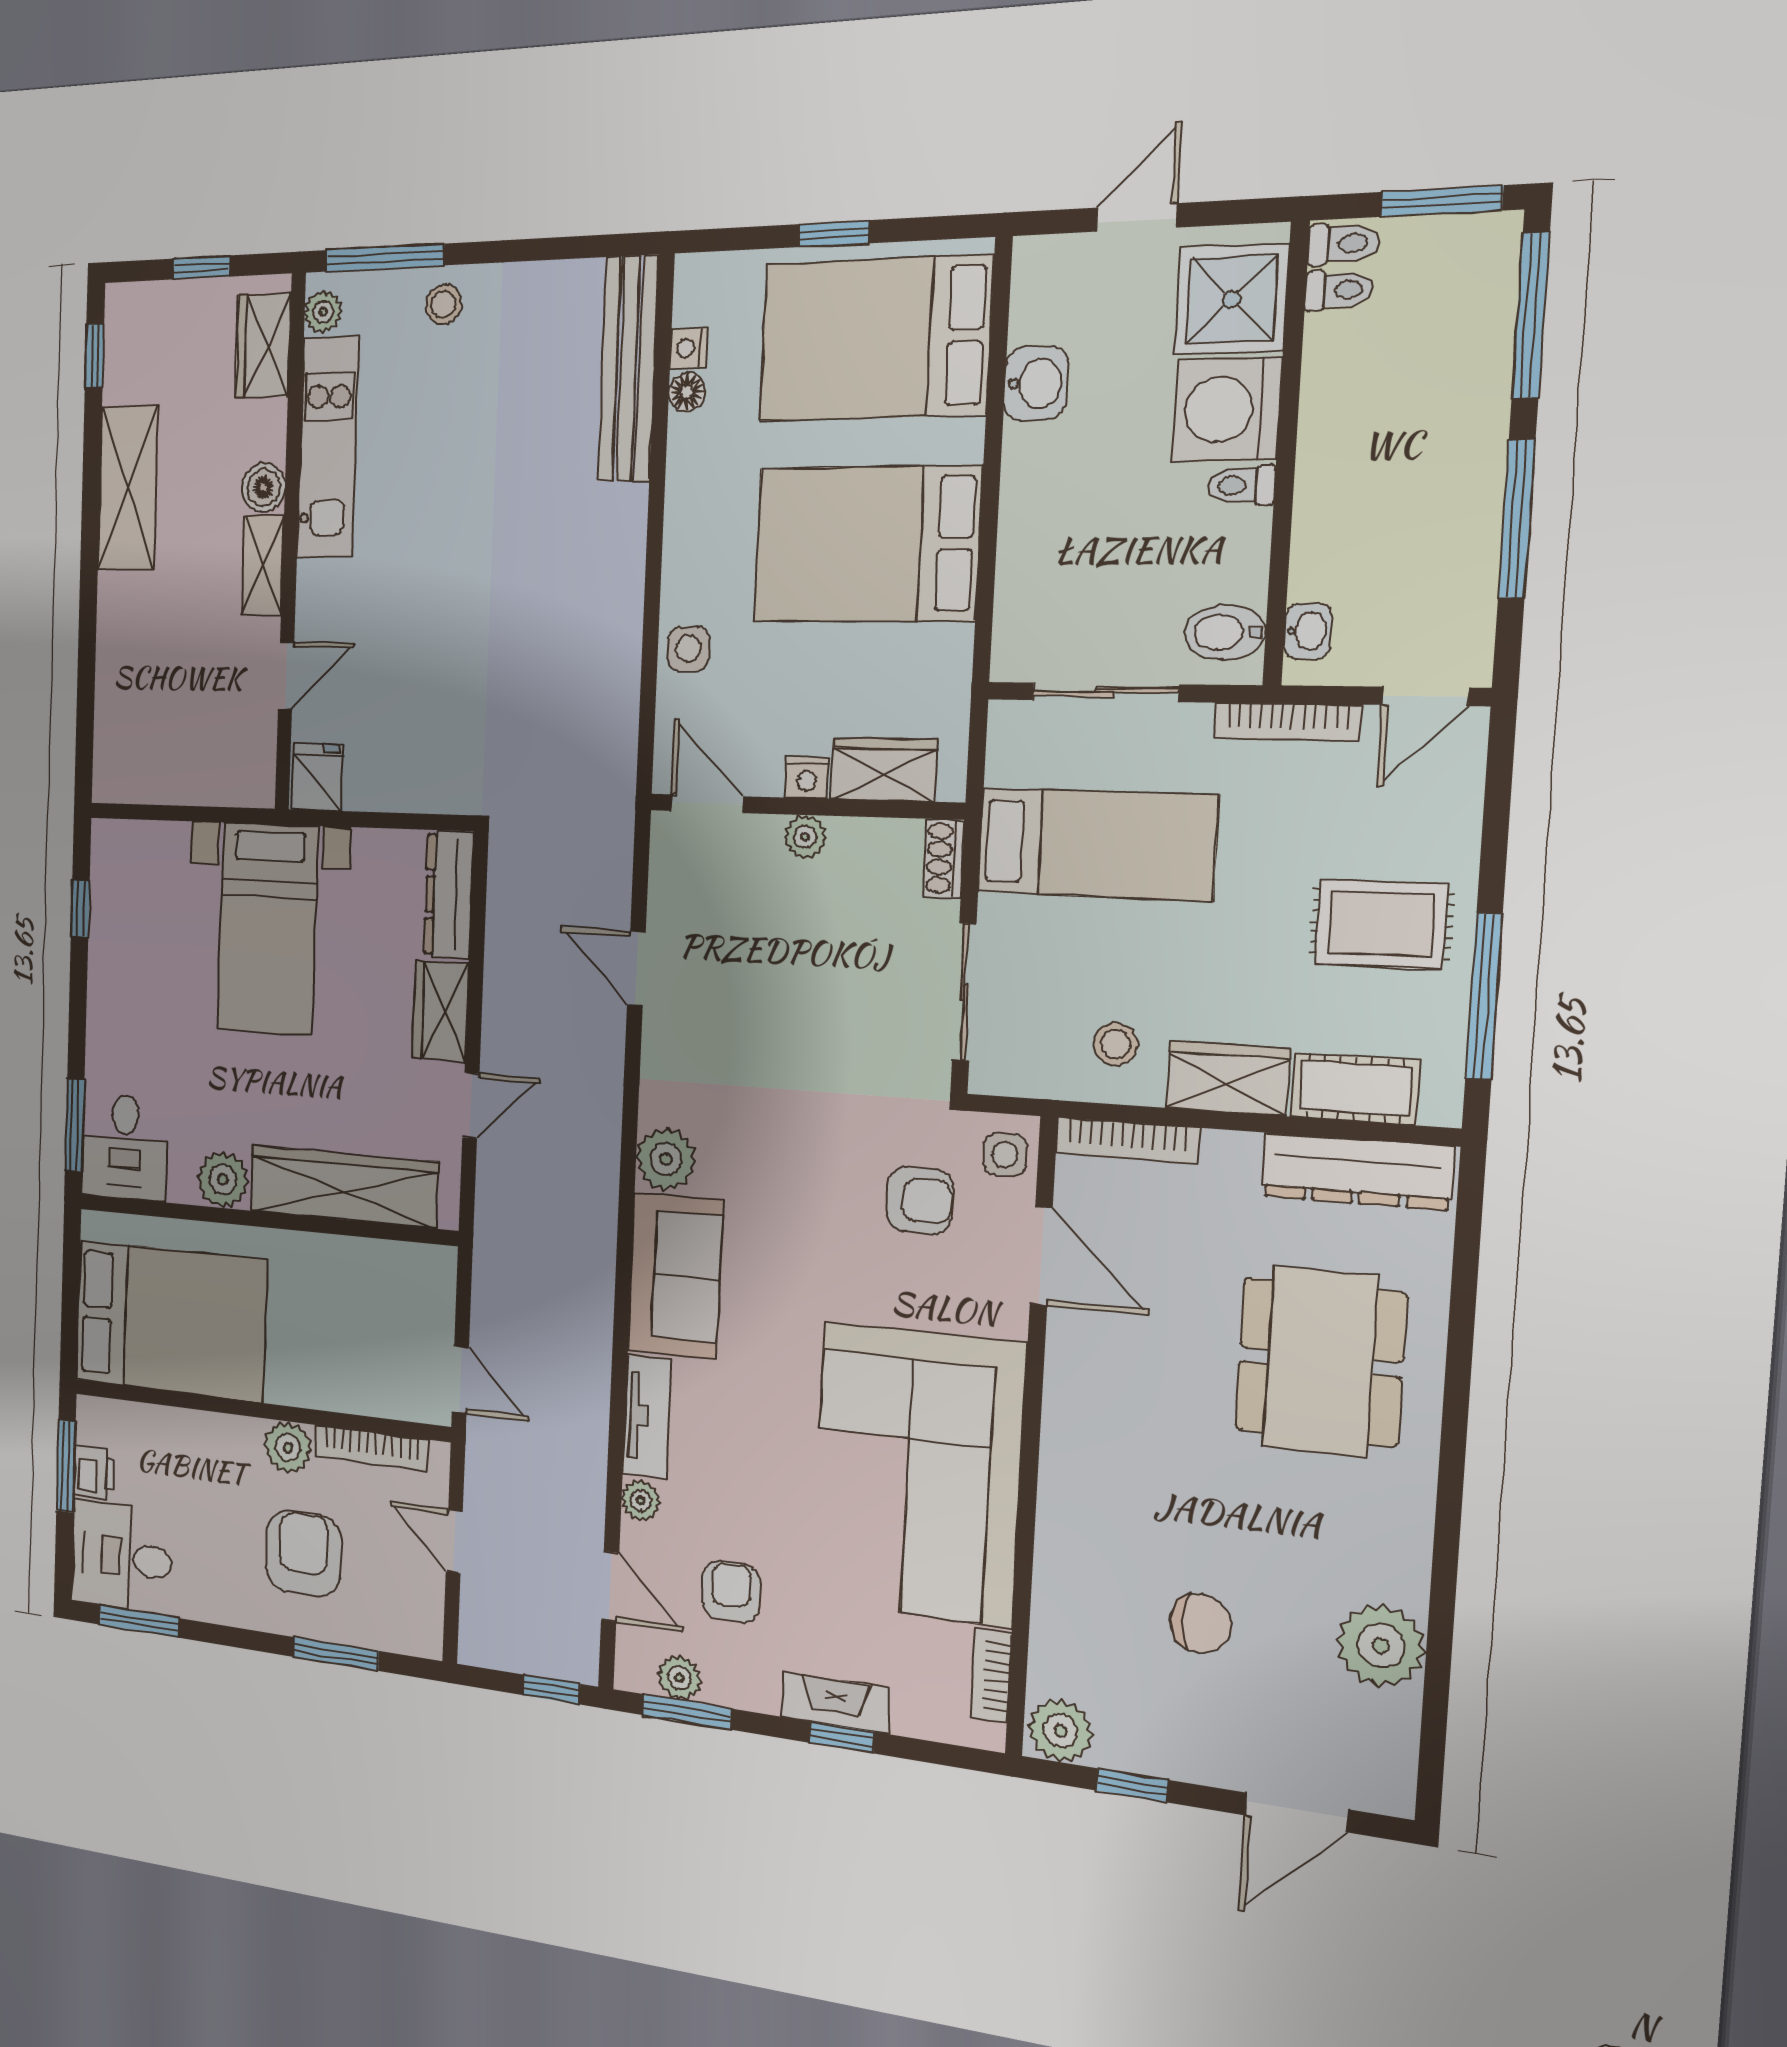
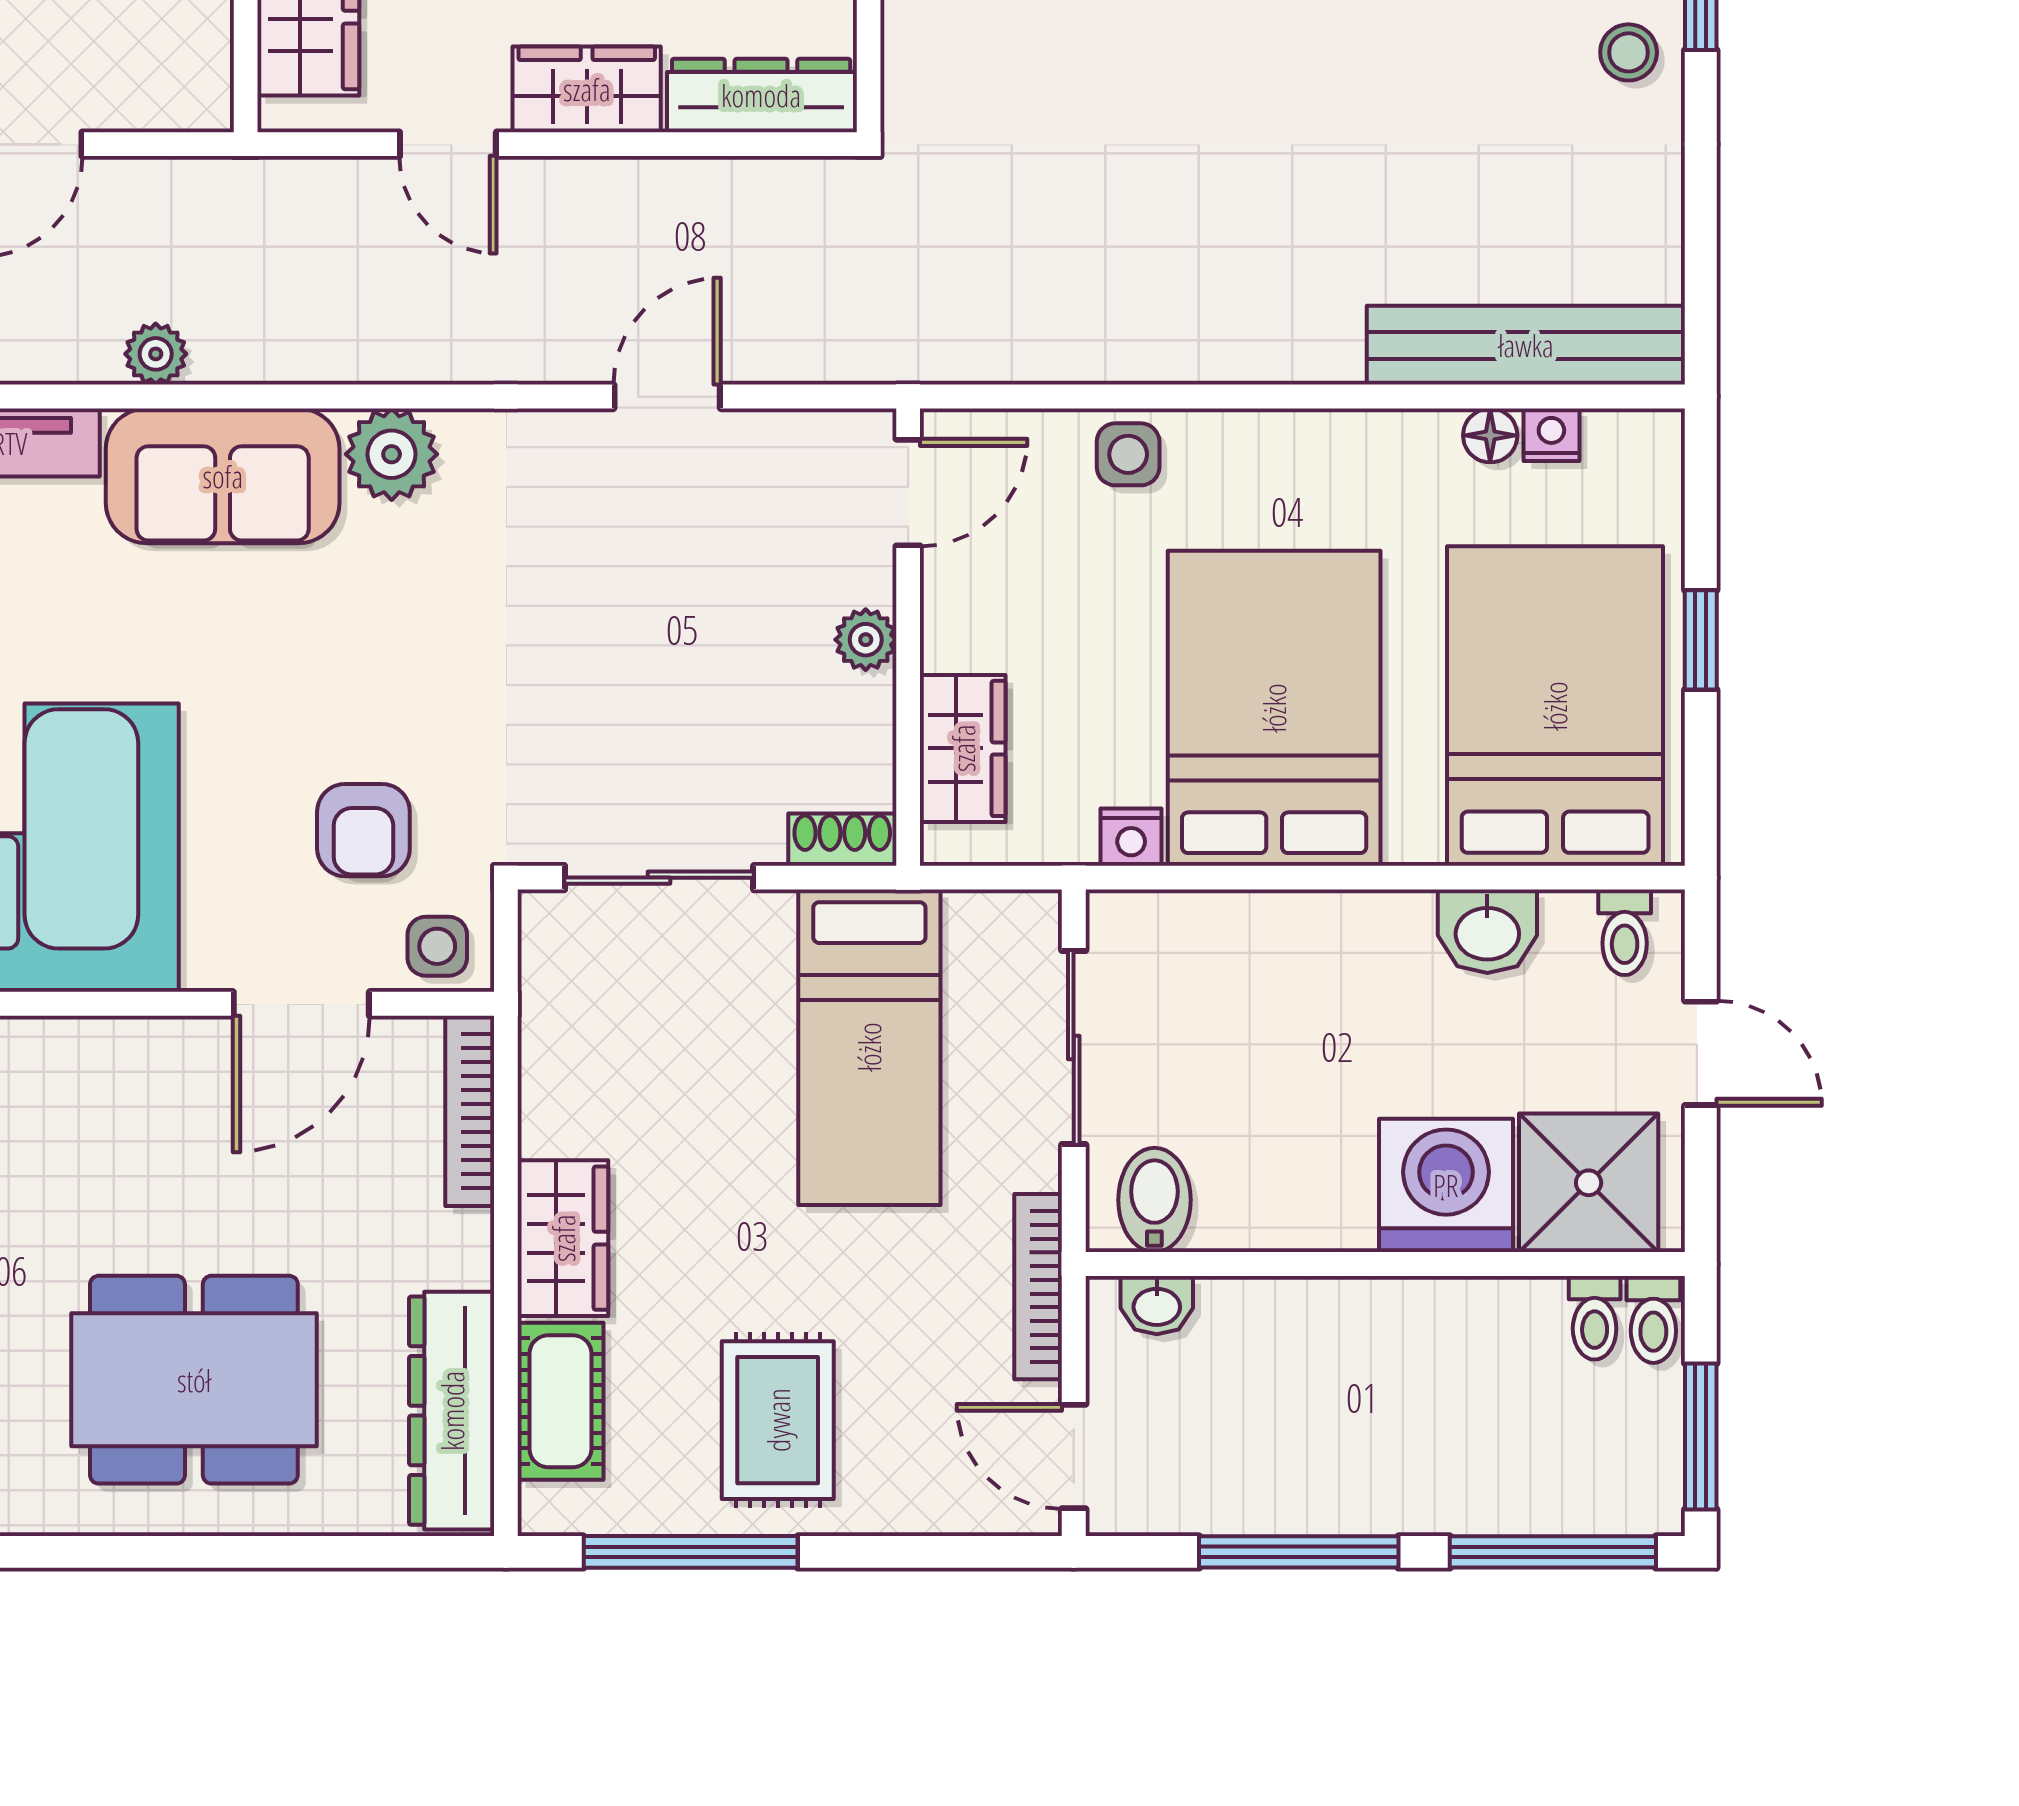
toilet: (1241, 485) -> (1625, 932), moved, turned 180
nightstand: (807, 778) -> (1131, 837), moved, turned -90
stool: (1116, 1044) -> (600, 1088), removed
plant: (594, 1312) -> (156, 354), added

